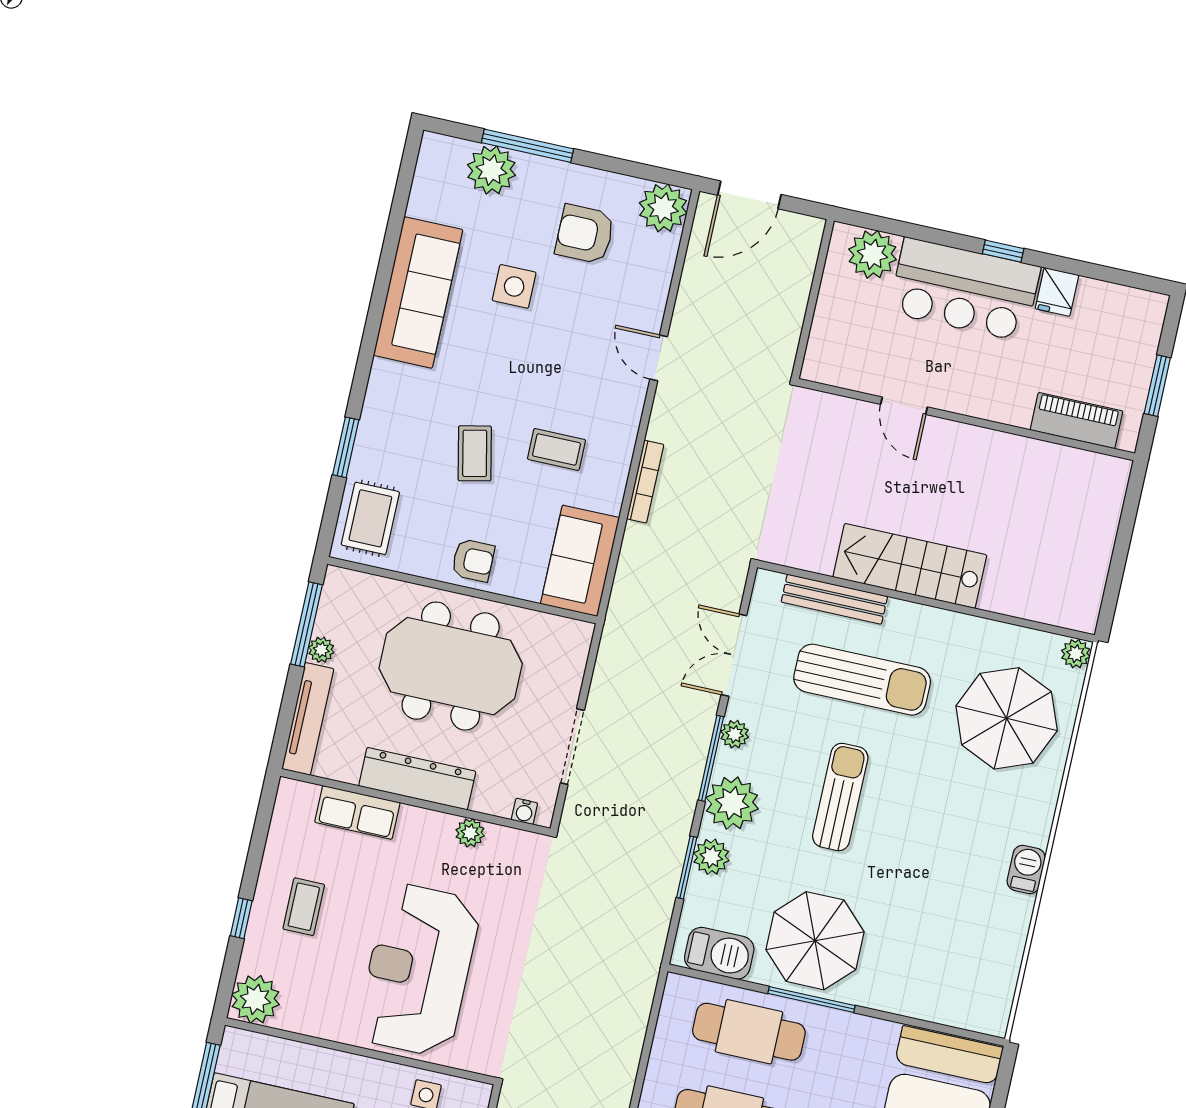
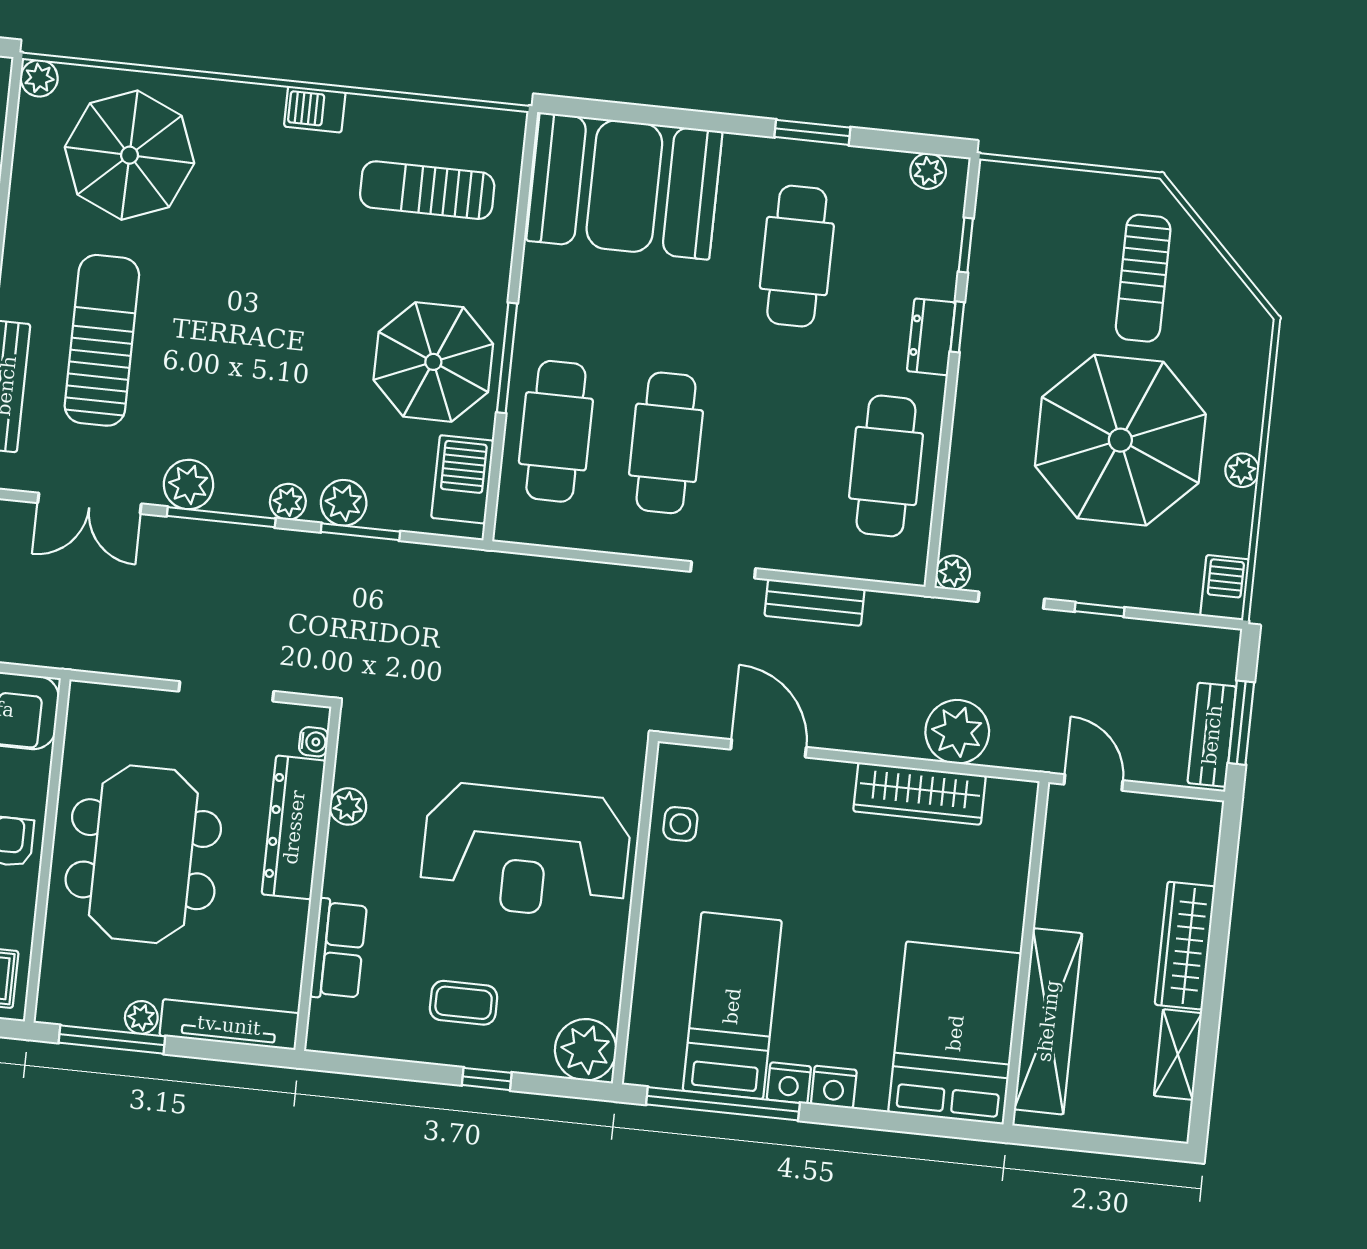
plant: (735, 734) -> (189, 485), width x1.38, depth x1.38
dresser: (417, 779) -> (294, 827), moved
sun lounger: (840, 797) -> (427, 190), moved
plant: (732, 803) -> (288, 502), width x0.53, depth x0.53

